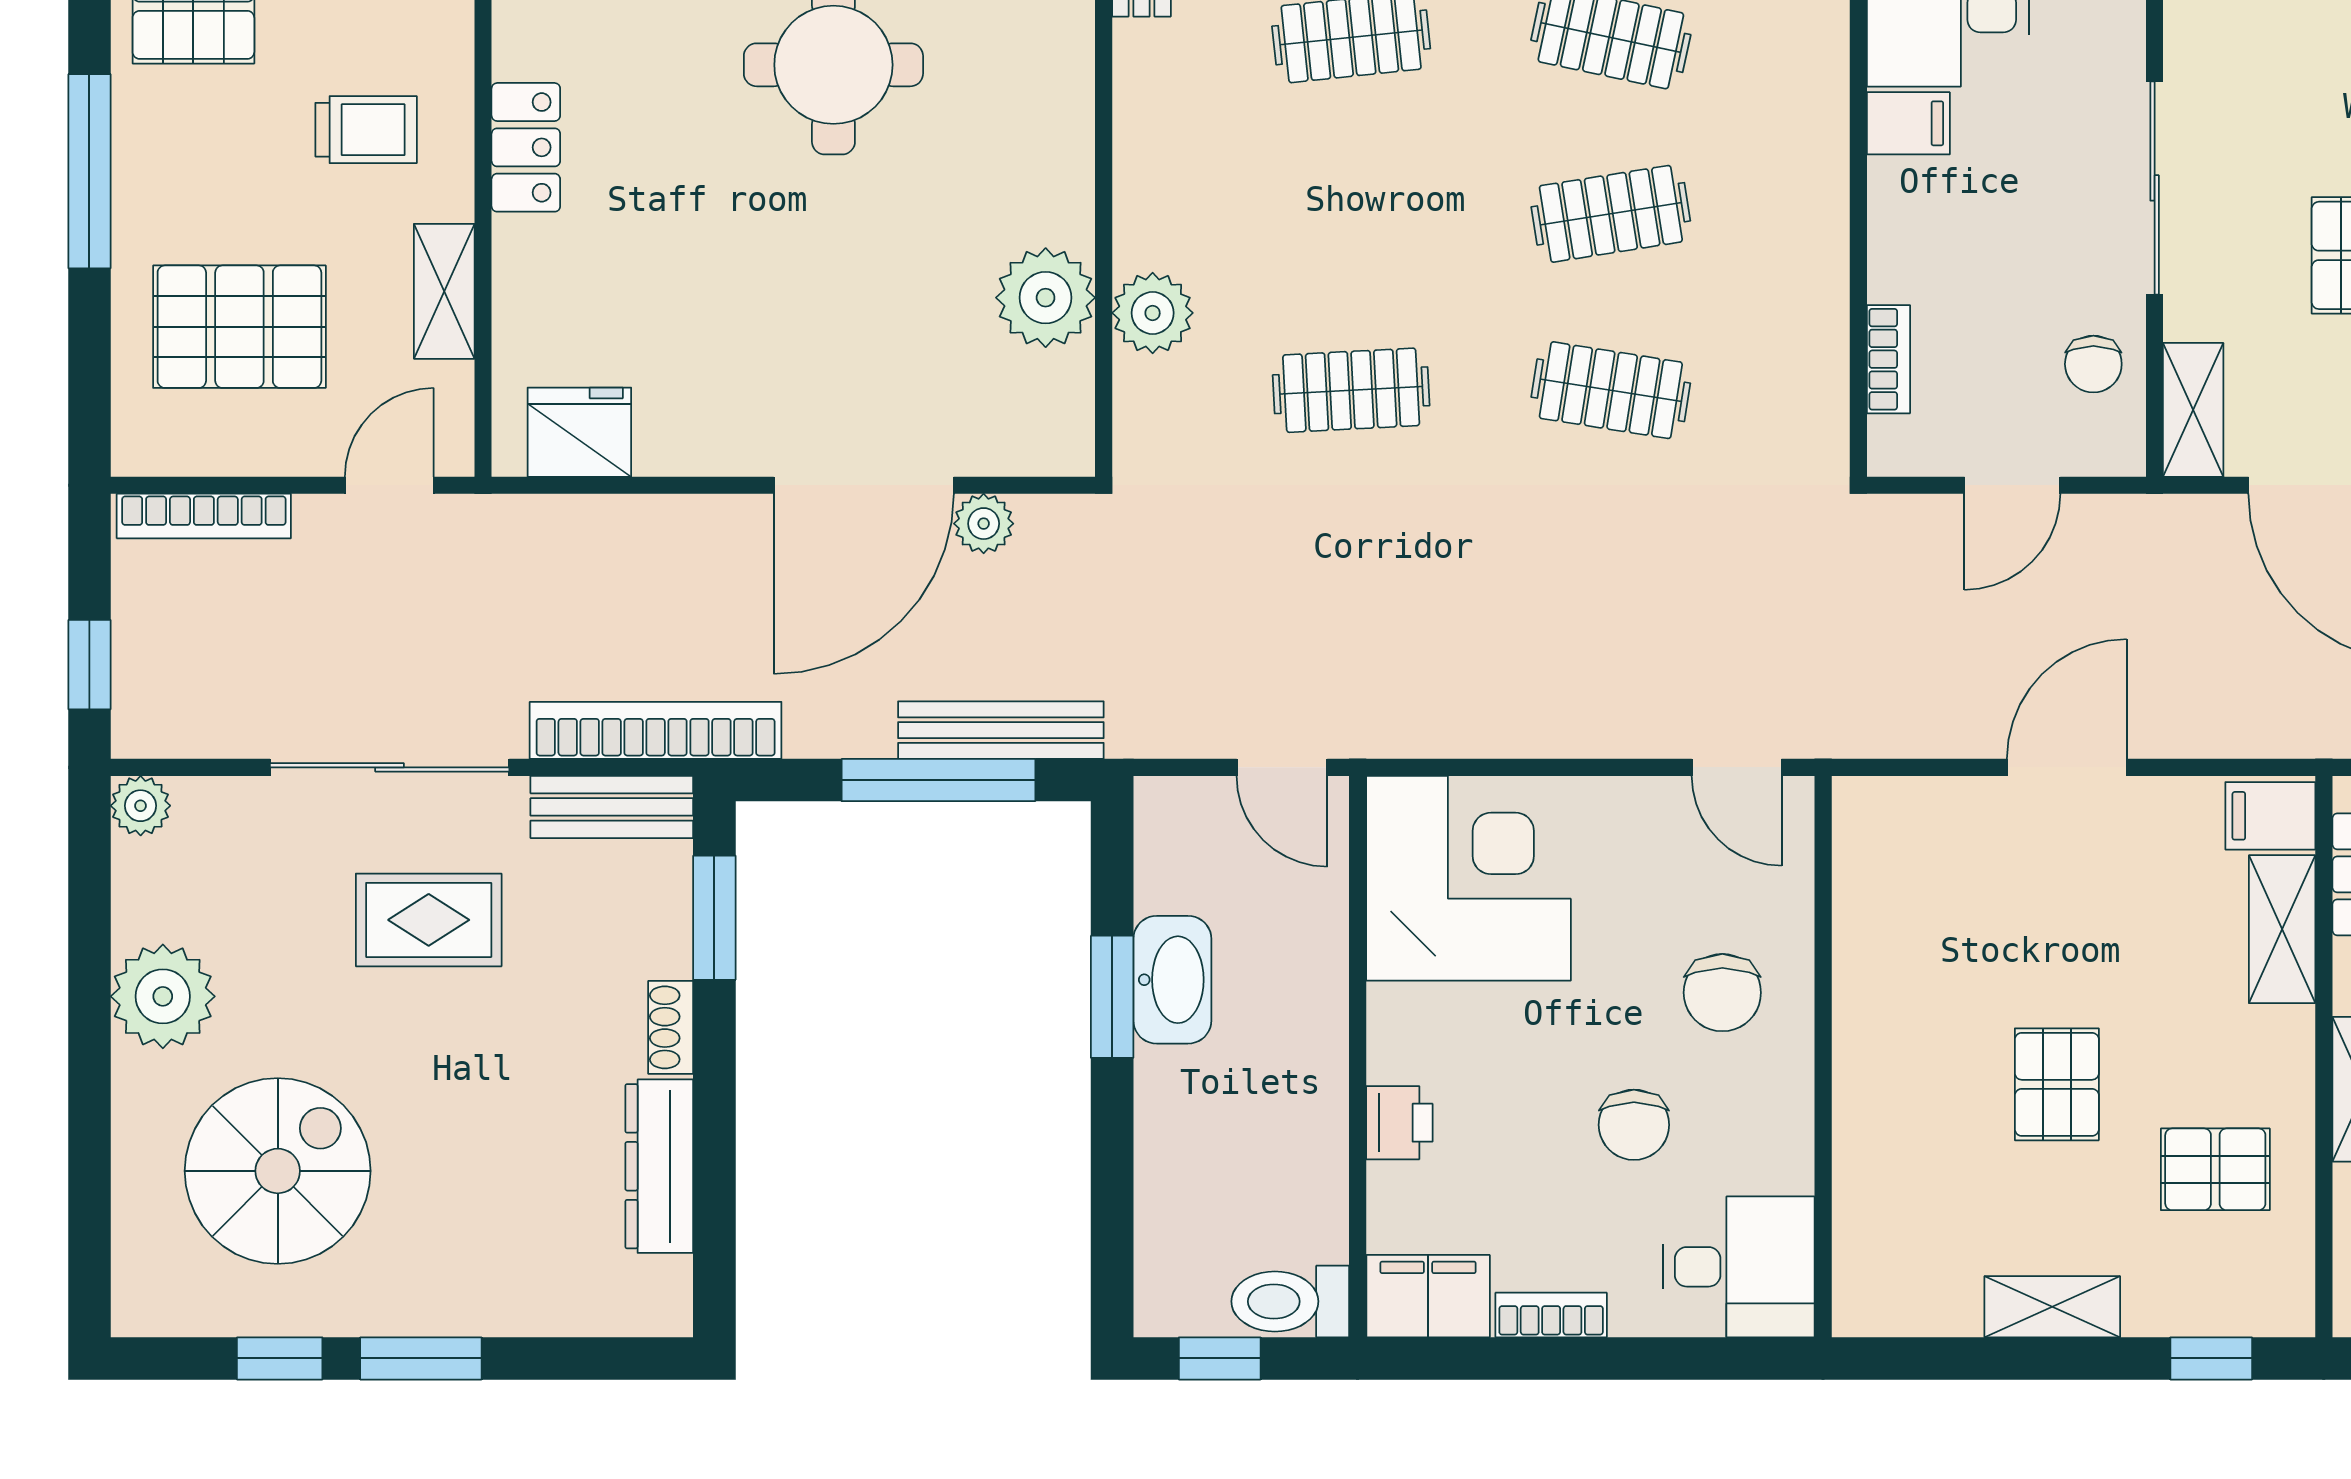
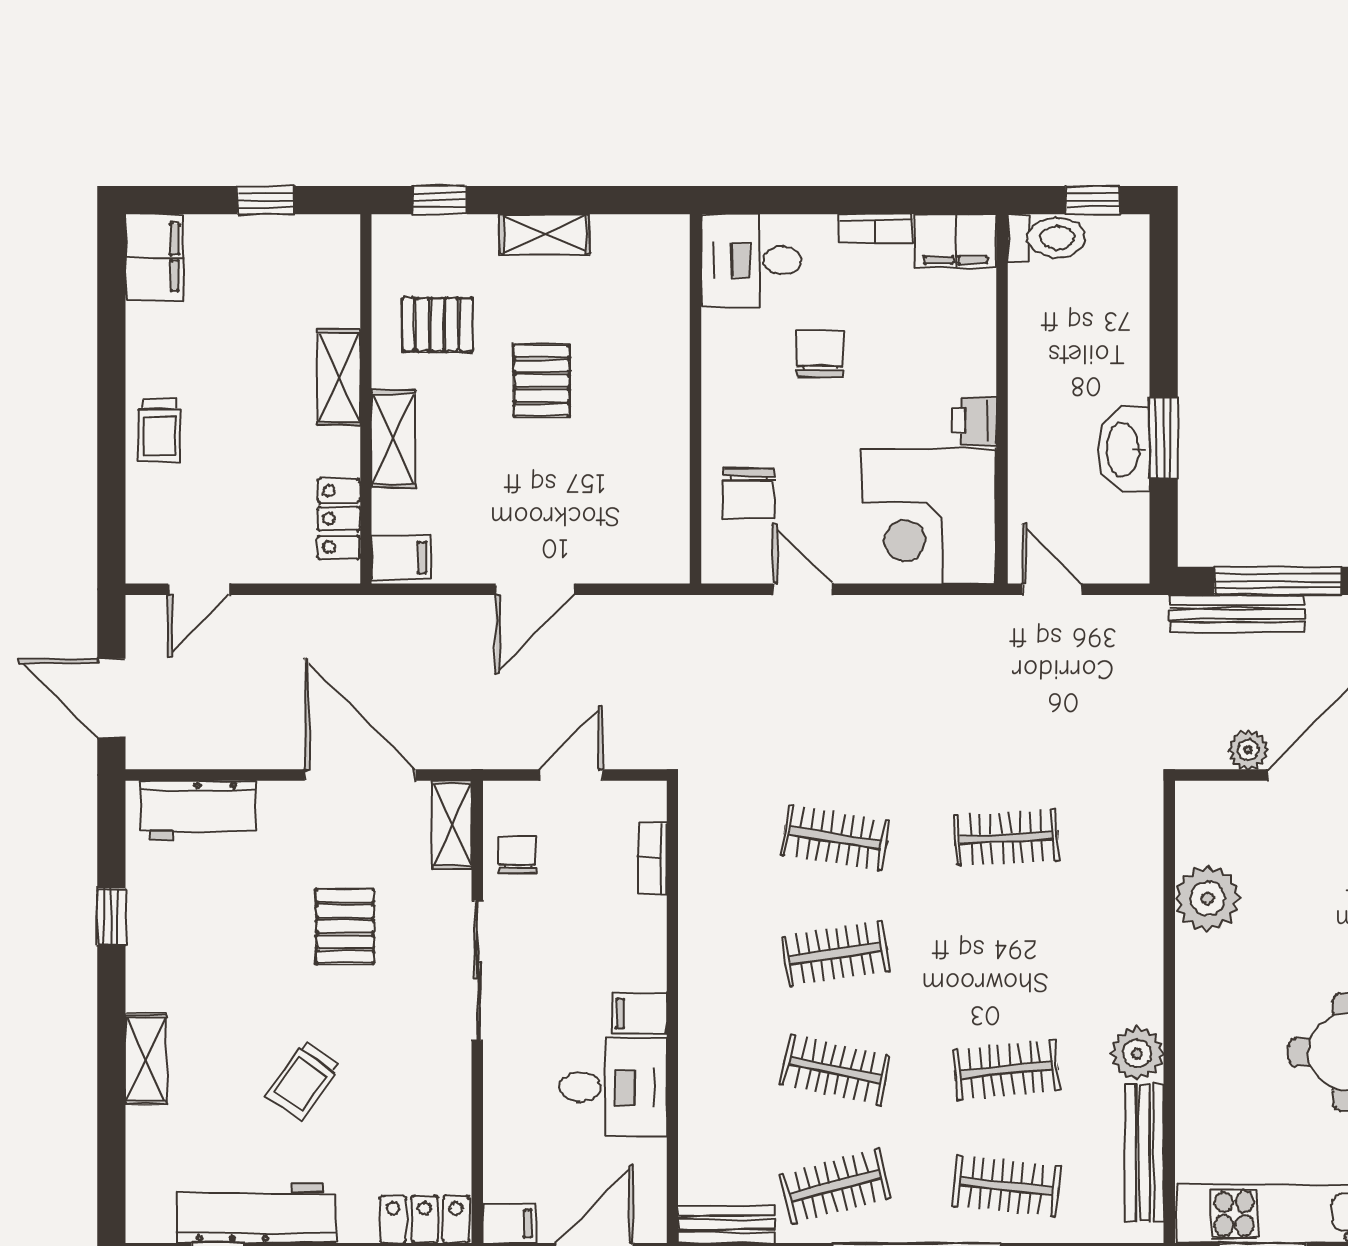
plant: (1153, 313) -> (1137, 1053), moved
door: (1737, 767) -> (803, 589), moved
shelving: (2282, 929) -> (393, 439), moved
chair: (1722, 993) -> (749, 493), moved, turned 180
printer: (1399, 1123) -> (975, 421), moved

